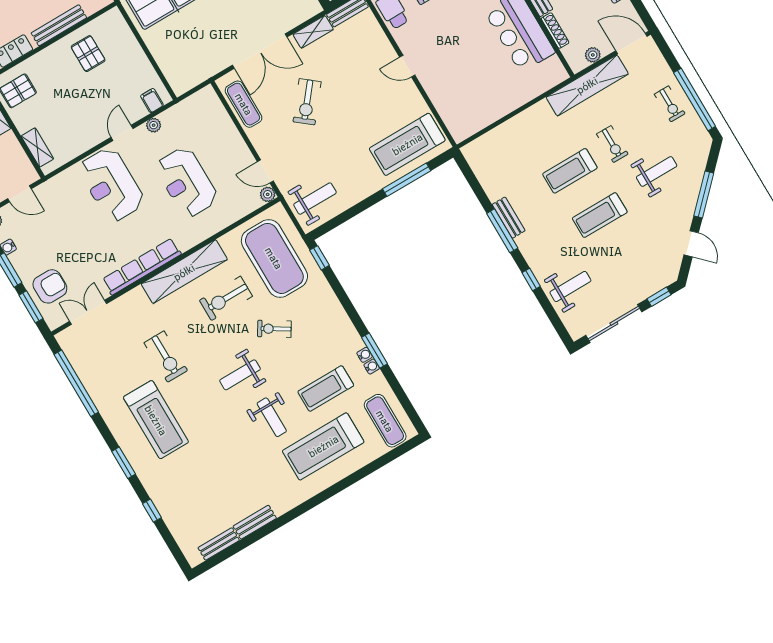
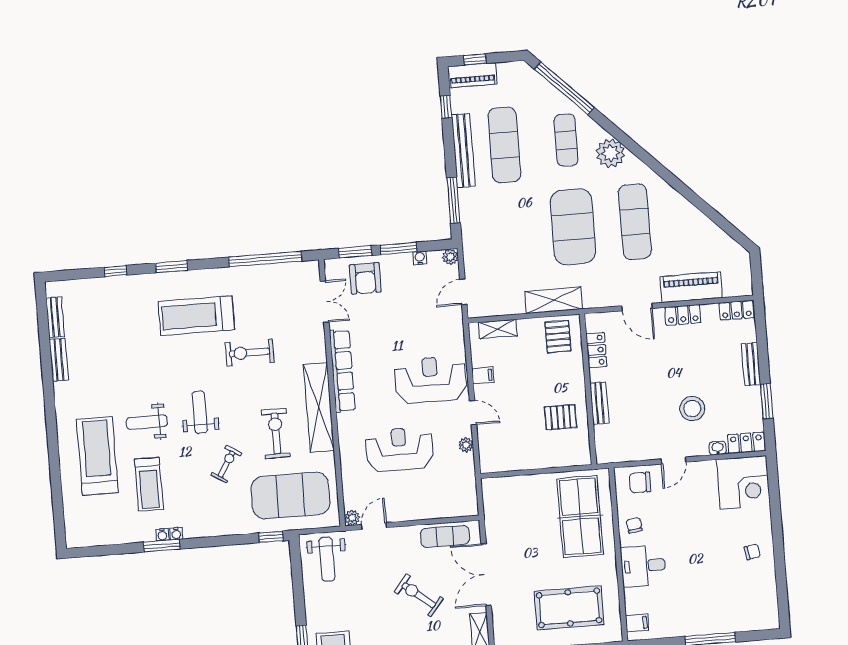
bench: (59, 25) -> (599, 403), width x0.73
filing cabinet: (152, 101) -> (483, 375), moved
water cooler: (372, 367) -> (176, 534), moved
treadmill: (326, 389) -> (149, 484), turned 180
exercise mat: (385, 421) -> (93, 524), removed

